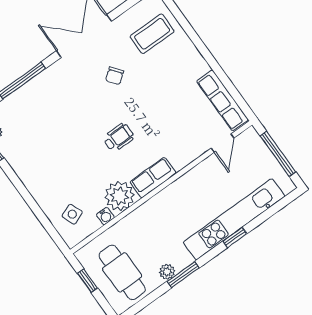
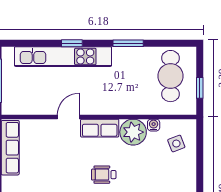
door: (223, 143) -> (68, 117), moved
plant: (167, 272) -> (138, 53), removed

